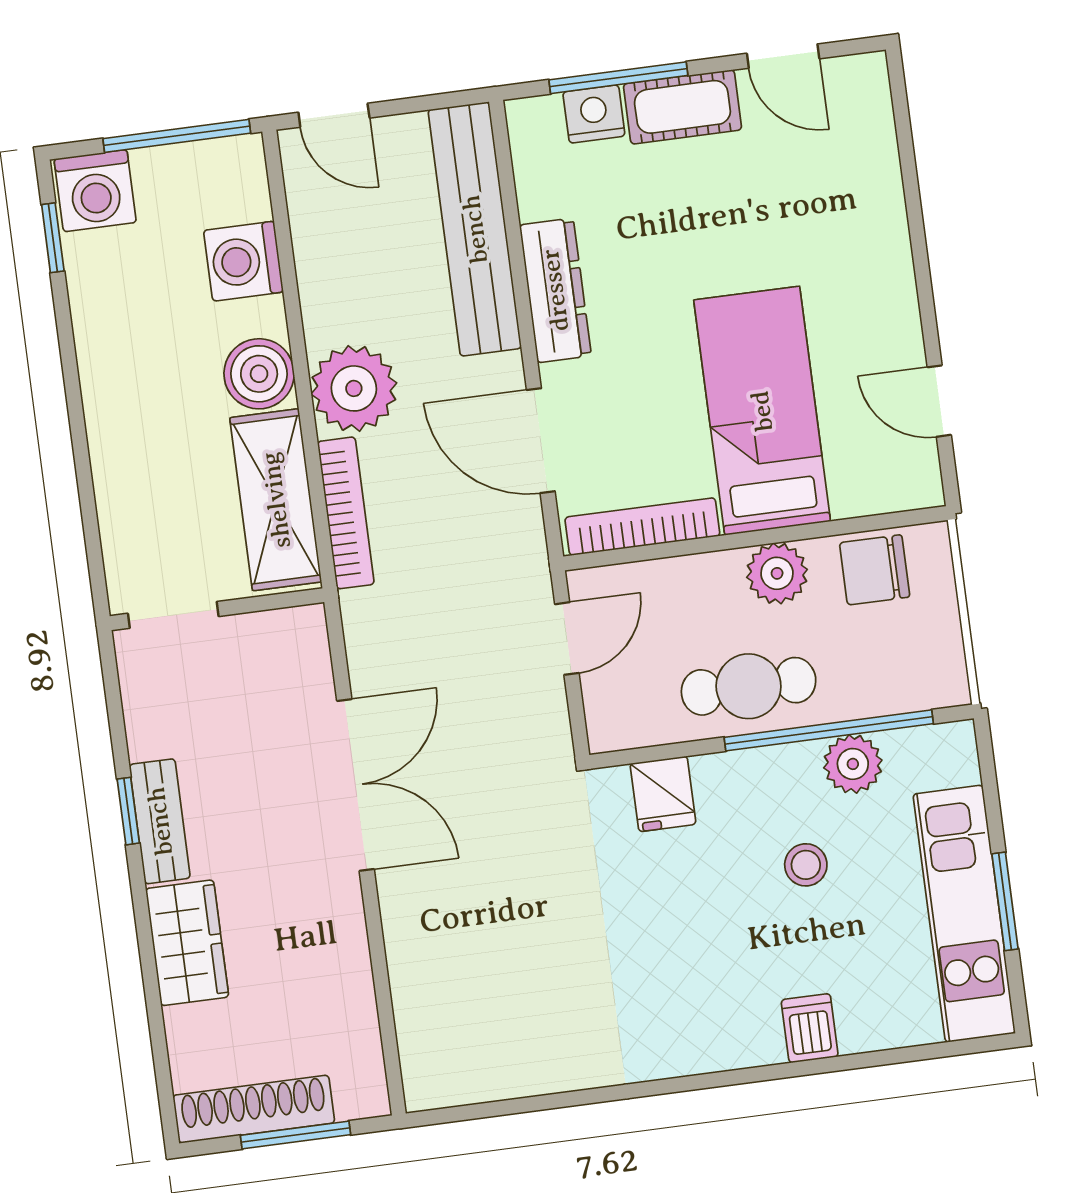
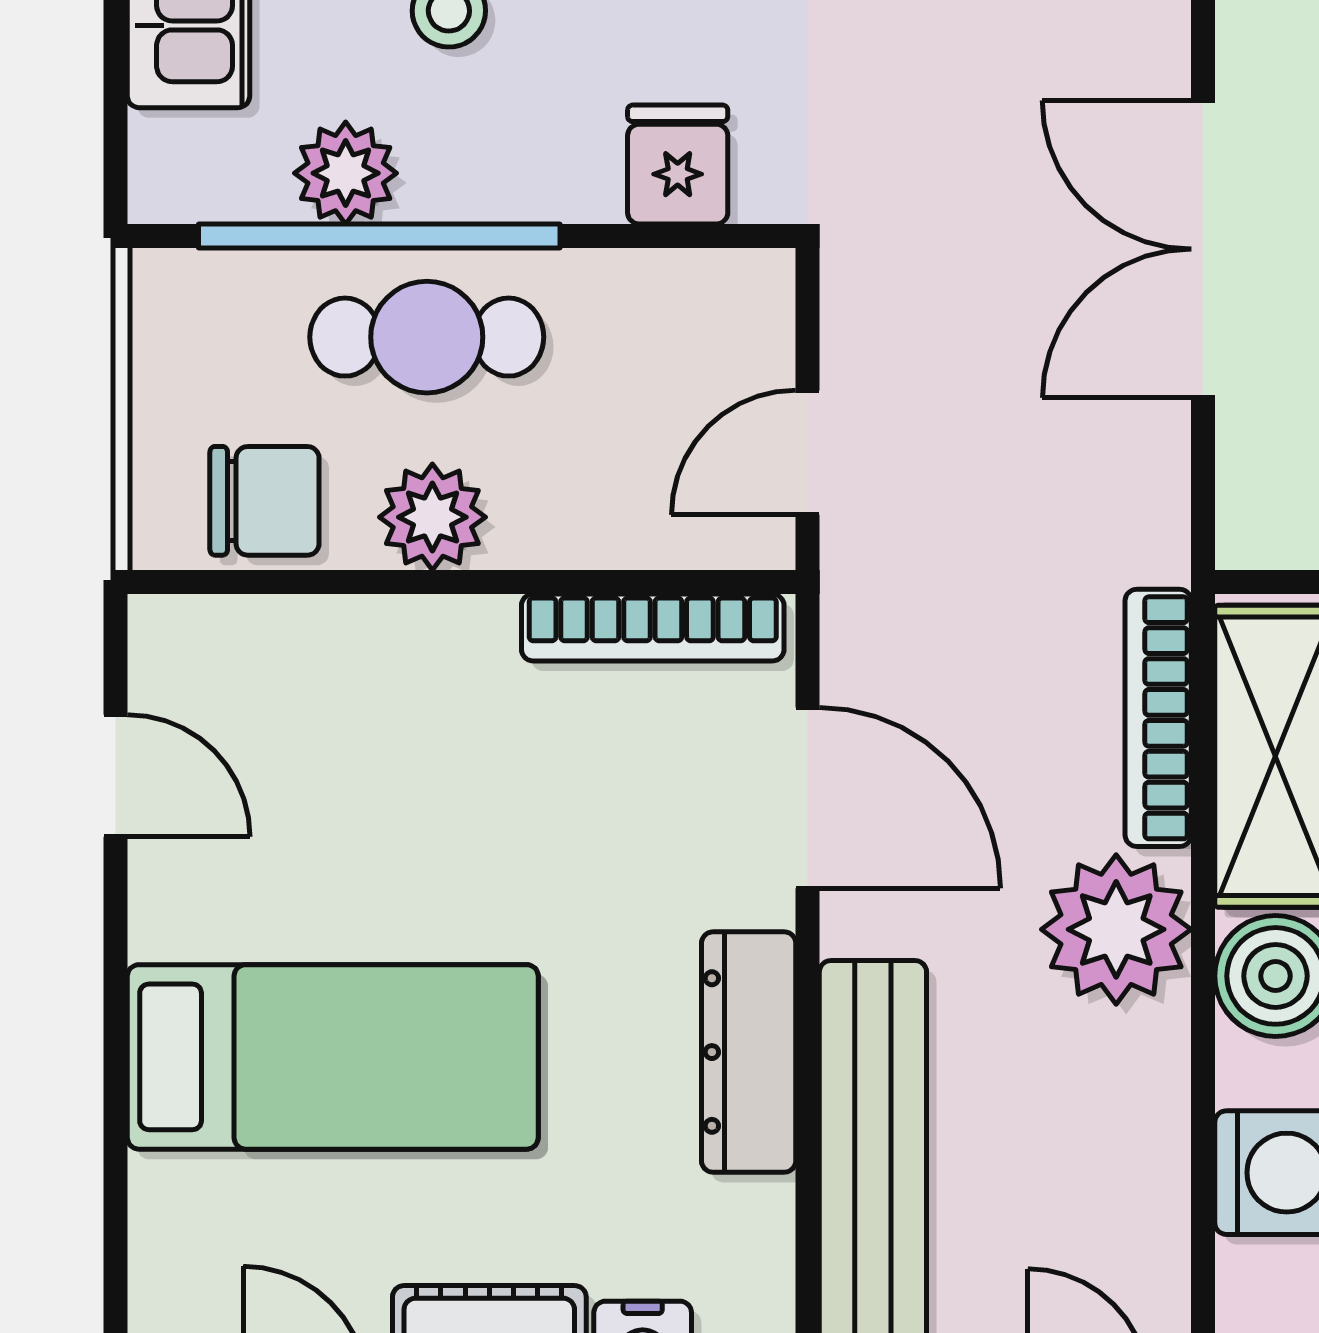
bed: (762, 411) -> (333, 1057), moved, turned -90
cafe table: (749, 686) -> (427, 337), moved

